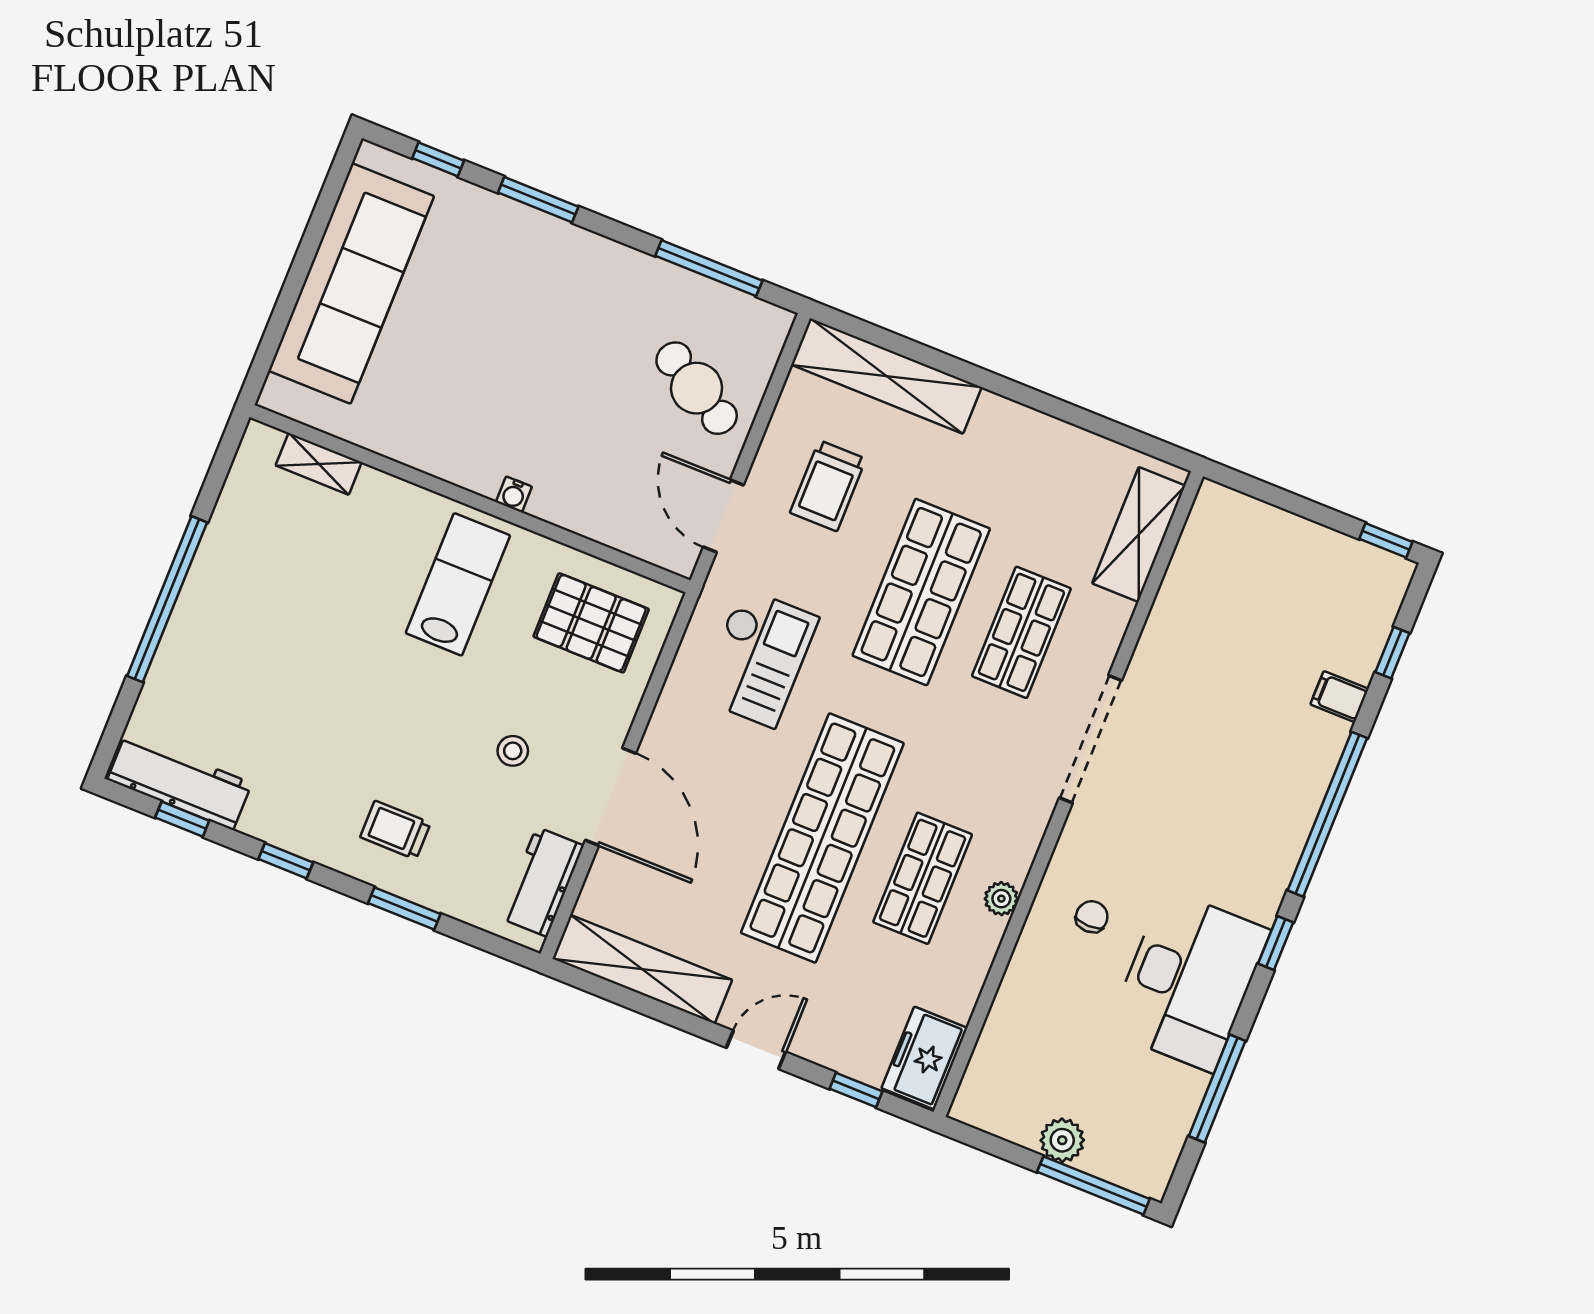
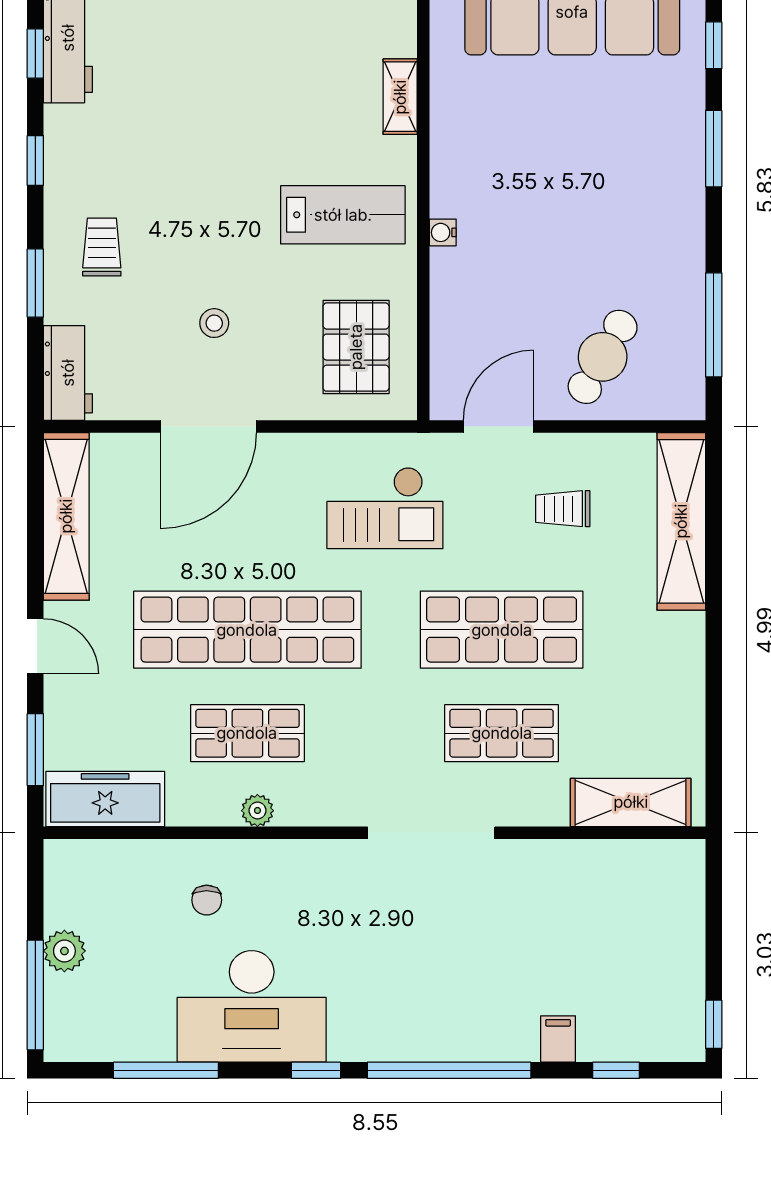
shelving: (319, 464) -> (400, 97), moved
trolley: (828, 486) -> (563, 509), width x0.73, depth x0.72
workbench: (542, 882) -> (68, 373), moved, turned 90
chair: (1092, 917) -> (207, 900), moved, turned 90
freezer: (924, 1058) -> (105, 799), width x1.40
window: (856, 1090) -> (35, 750), width x1.50

